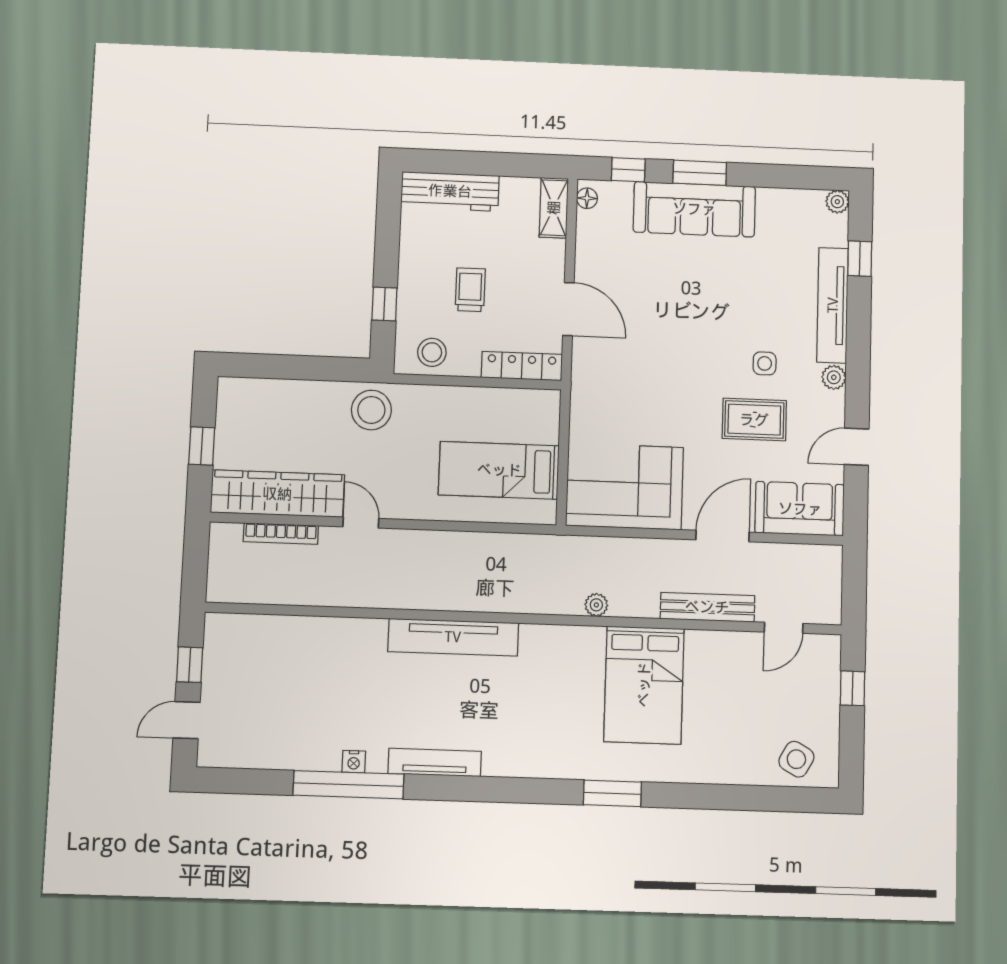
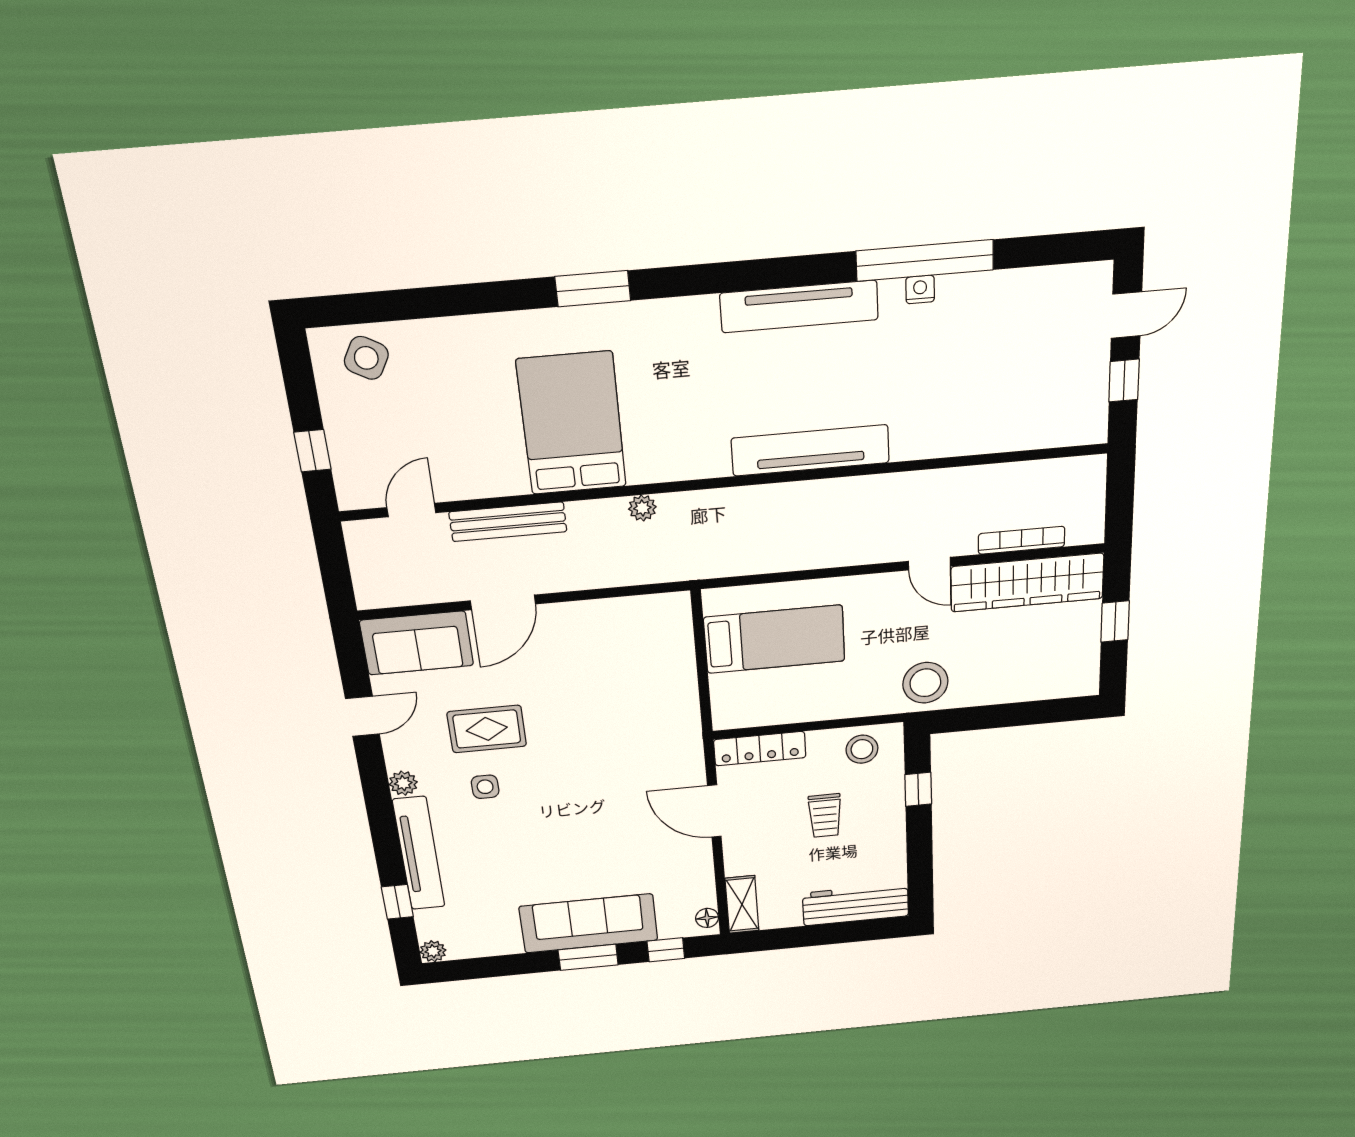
corner sofa: (625, 487) -> (626, 641), removed
tv unit: (435, 762) -> (799, 306), width x1.36, depth x1.29

